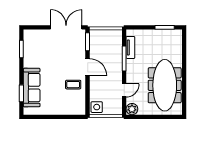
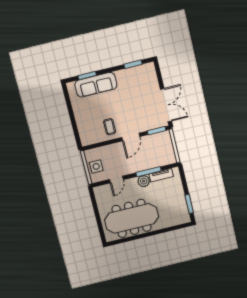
door: (124, 90) -> (116, 180), hinge flipped
side table: (97, 107) -> (96, 166), moved
plant: (132, 109) -> (144, 181), moved

